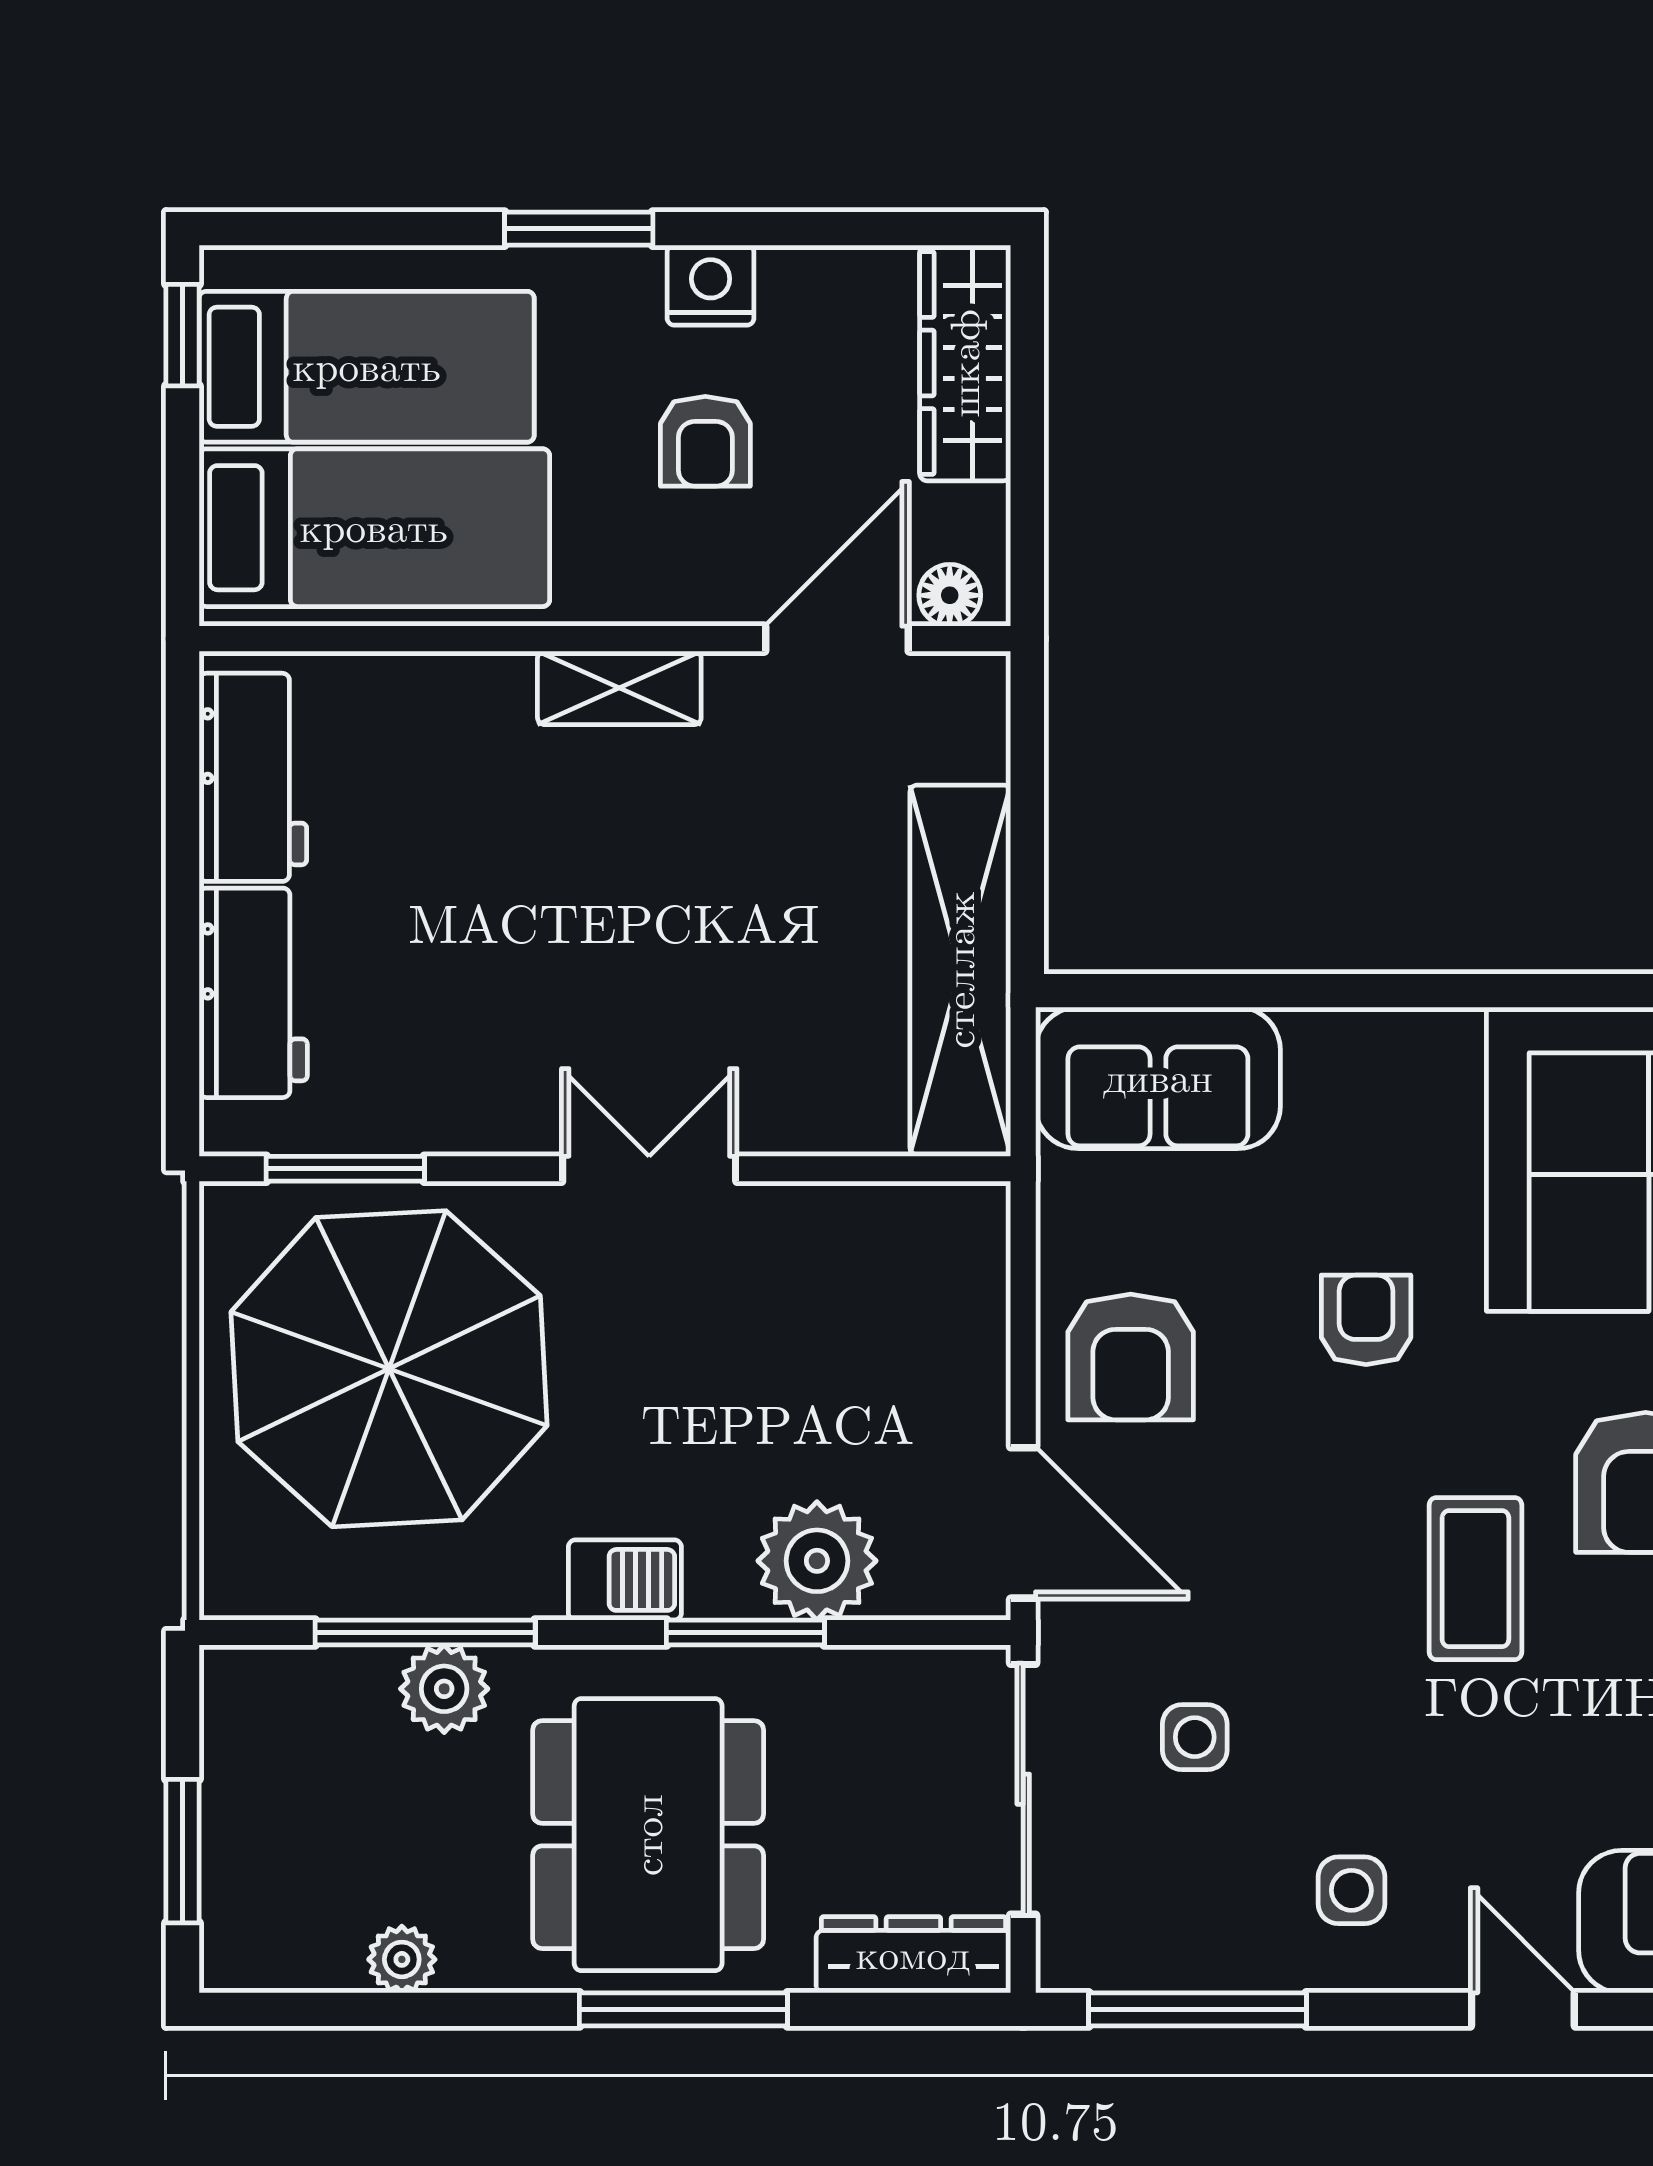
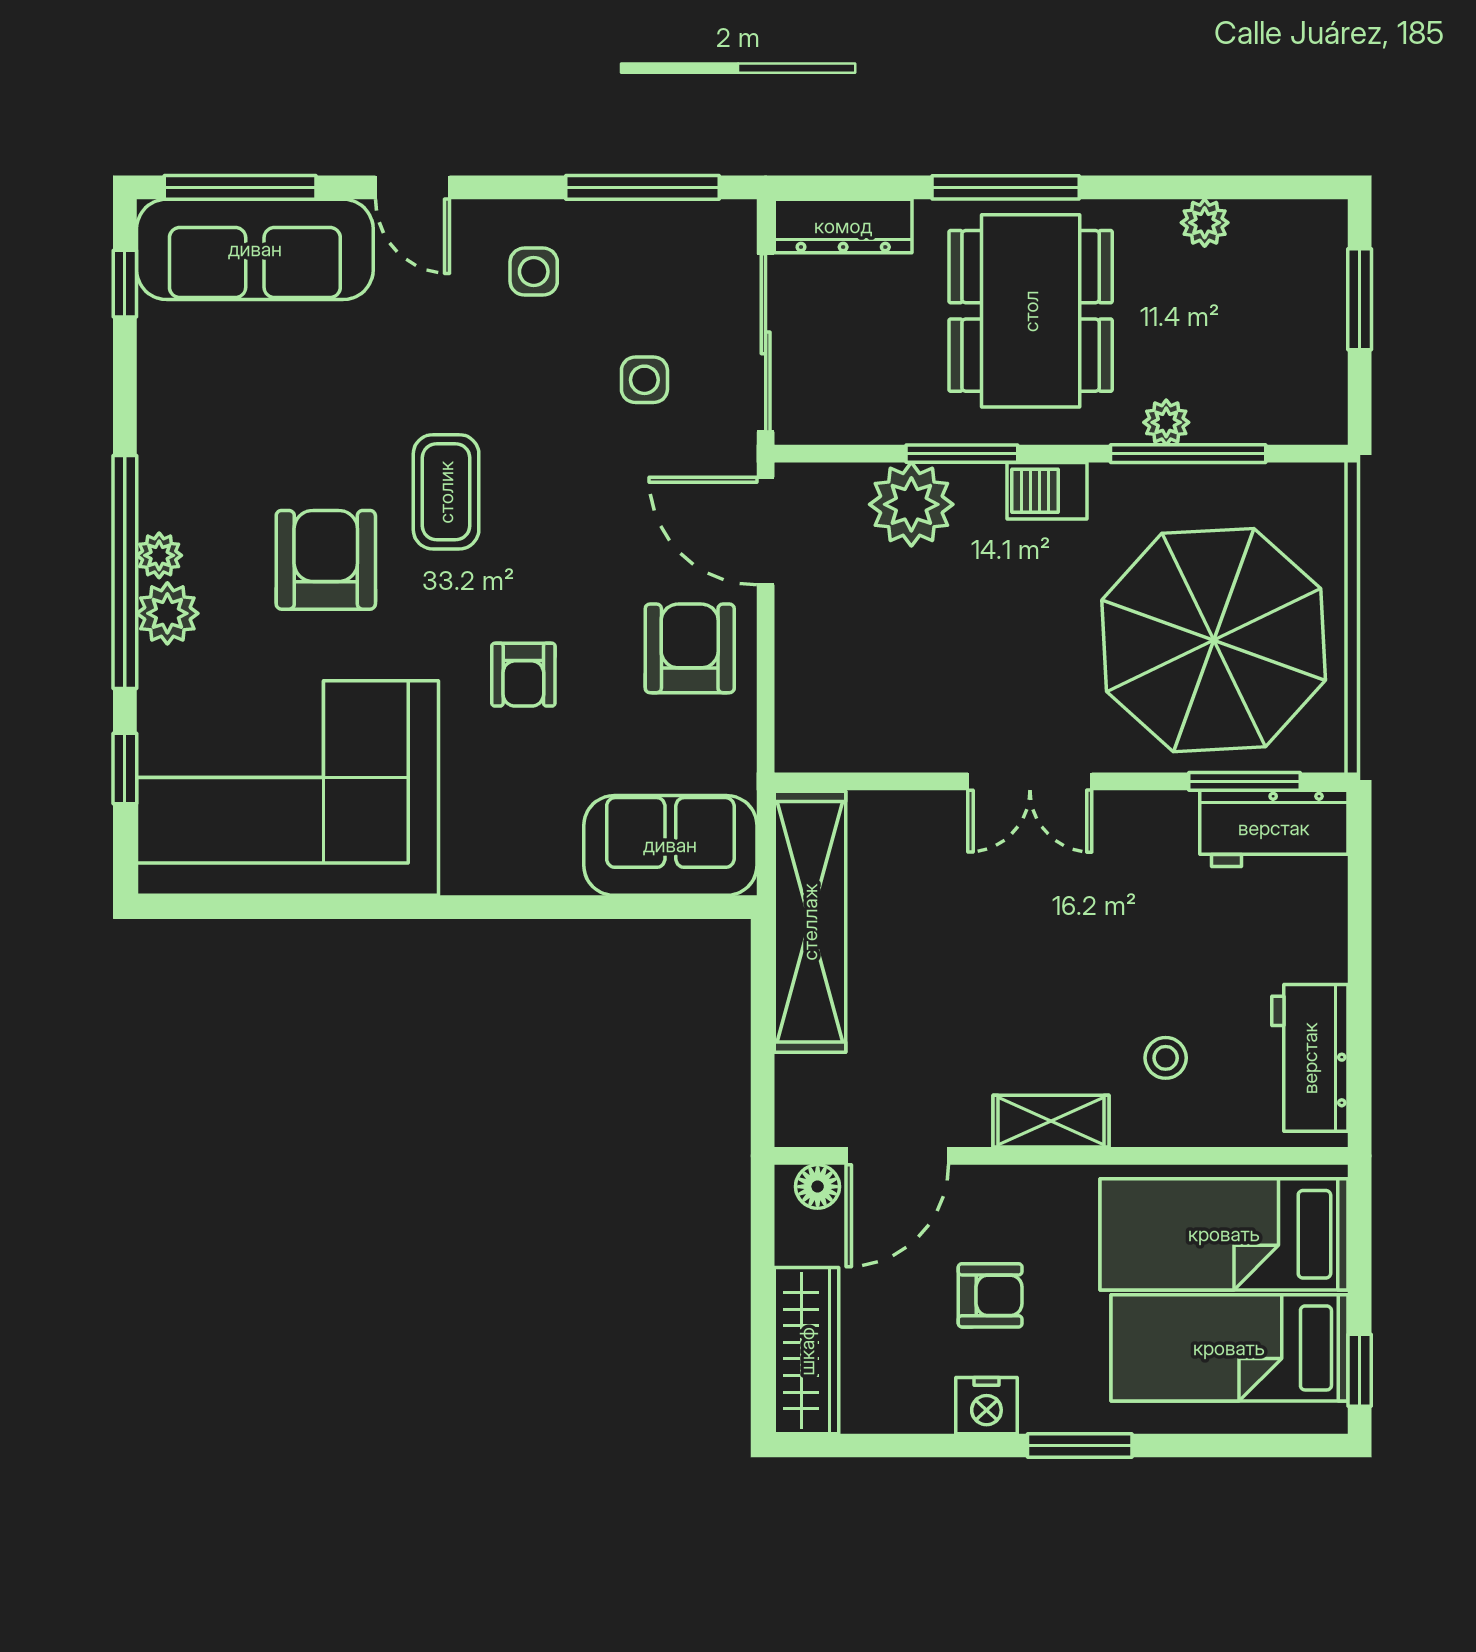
armchair: (705, 441) -> (990, 1295), turned 90
stool: (457, 777) -> (1166, 1058), added
workbench: (253, 993) -> (1274, 828), moved, turned -90
plant: (444, 1689) -> (1166, 422), width x0.73, depth x0.73

